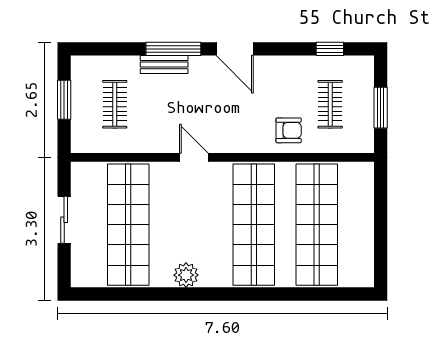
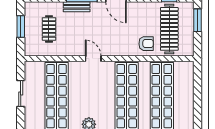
clothes rail: (330, 104) -> (169, 29), width x1.86, depth x1.31
window: (381, 108) -> (198, 20), moved

